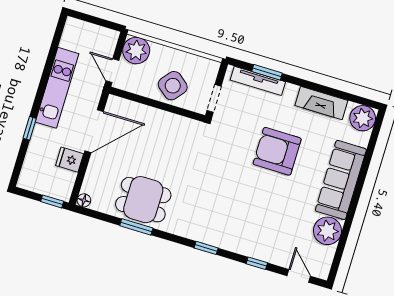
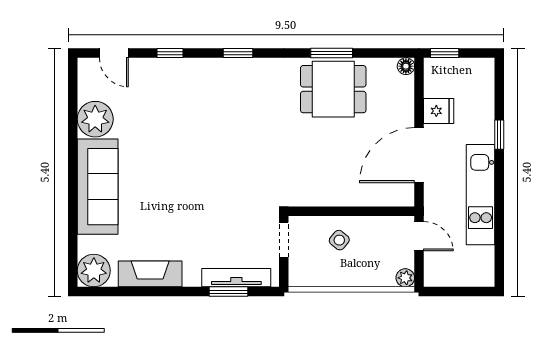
plant: (136, 51) -> (405, 278), width x0.53, depth x0.53
side table: (173, 86) -> (339, 240), width x0.54, depth x0.54
armchair: (277, 151) -> (187, 198), removed

